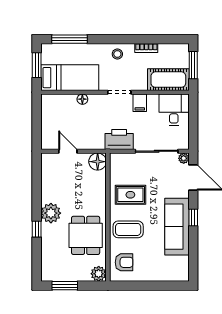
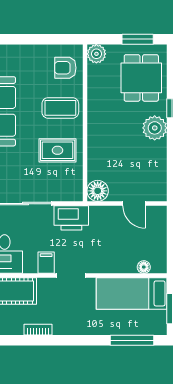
stool: (117, 54) -> (73, 322), removed
floor lamp: (82, 99) -> (144, 267), moved
dining table: (86, 235) -> (141, 78), moved

